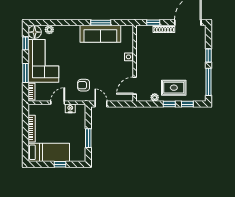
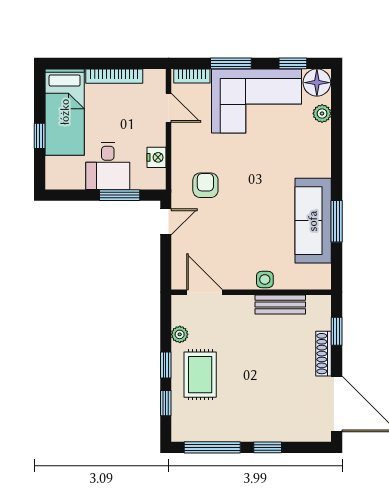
bench: (140, 50) -> (280, 305), added
door: (58, 103) -> (169, 108), moved
desk: (74, 132) -> (108, 166), added
window: (88, 138) -> (120, 195), moved

